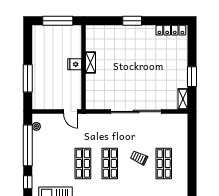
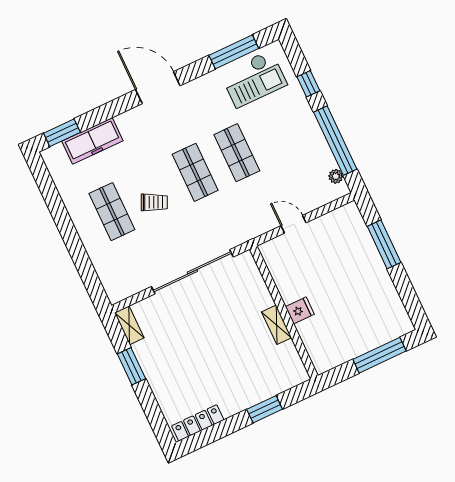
shelving: (91, 62) -> (276, 325), moved
fridge: (75, 64) -> (300, 310), moved
wall: (84, 67) -> (284, 312), moved

